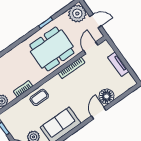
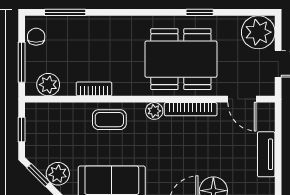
door: (91, 48) -> (242, 99), swing flipped
plant: (56, 80) -> (154, 111), added

